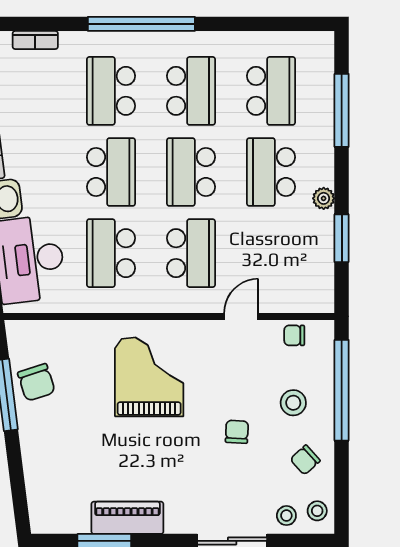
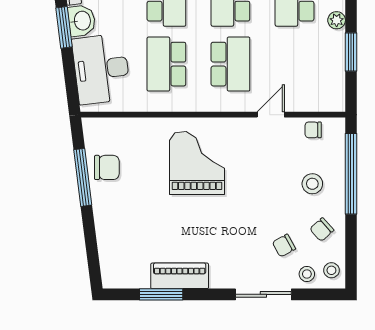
chair: (36, 382) -> (107, 167), turned -72
chair: (237, 432) -> (284, 246), moved, turned -122

